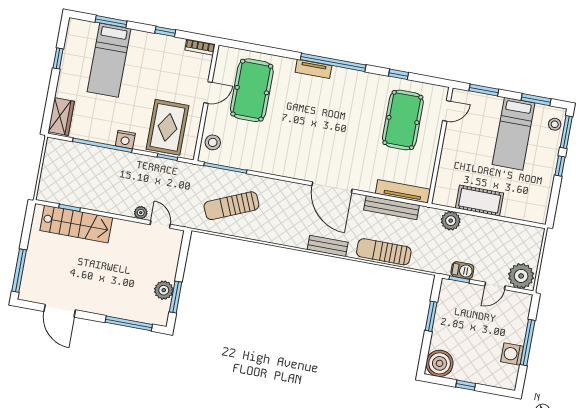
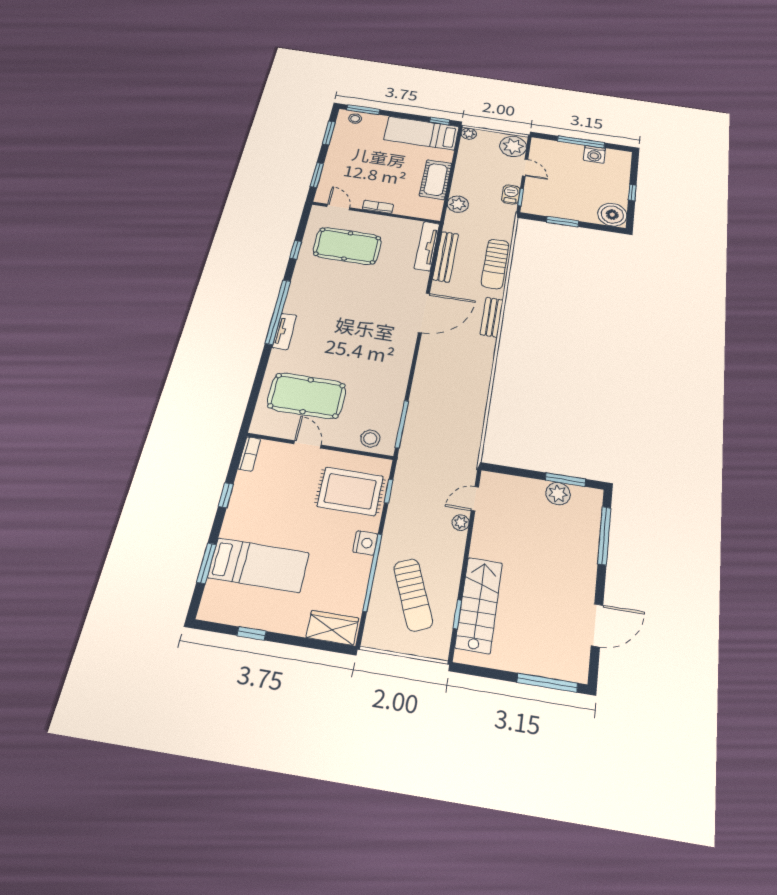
bed: (514, 134) -> (422, 133), moved, turned 180
bookcase: (447, 147) -> (378, 207), added
window: (560, 166) -> (440, 121), moved
sun lounger: (231, 206) -> (413, 595), moved
plant: (537, 234) -> (469, 134), added

